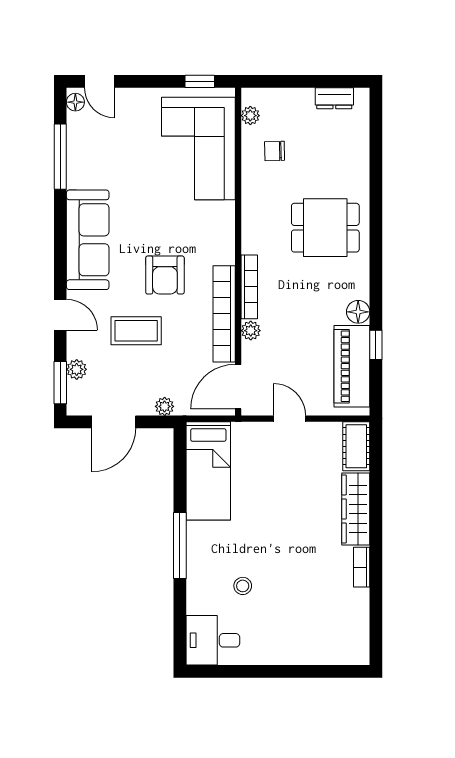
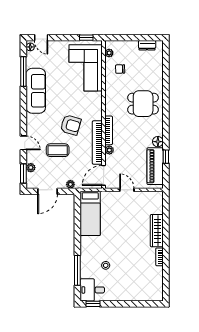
sofa: (88, 240) -> (36, 91), moved
armchair: (165, 275) -> (71, 125), turned -74
cot: (356, 446) -> (157, 202), removed
window: (180, 546) -> (77, 270), moved
window: (215, 671) -> (93, 304), added

